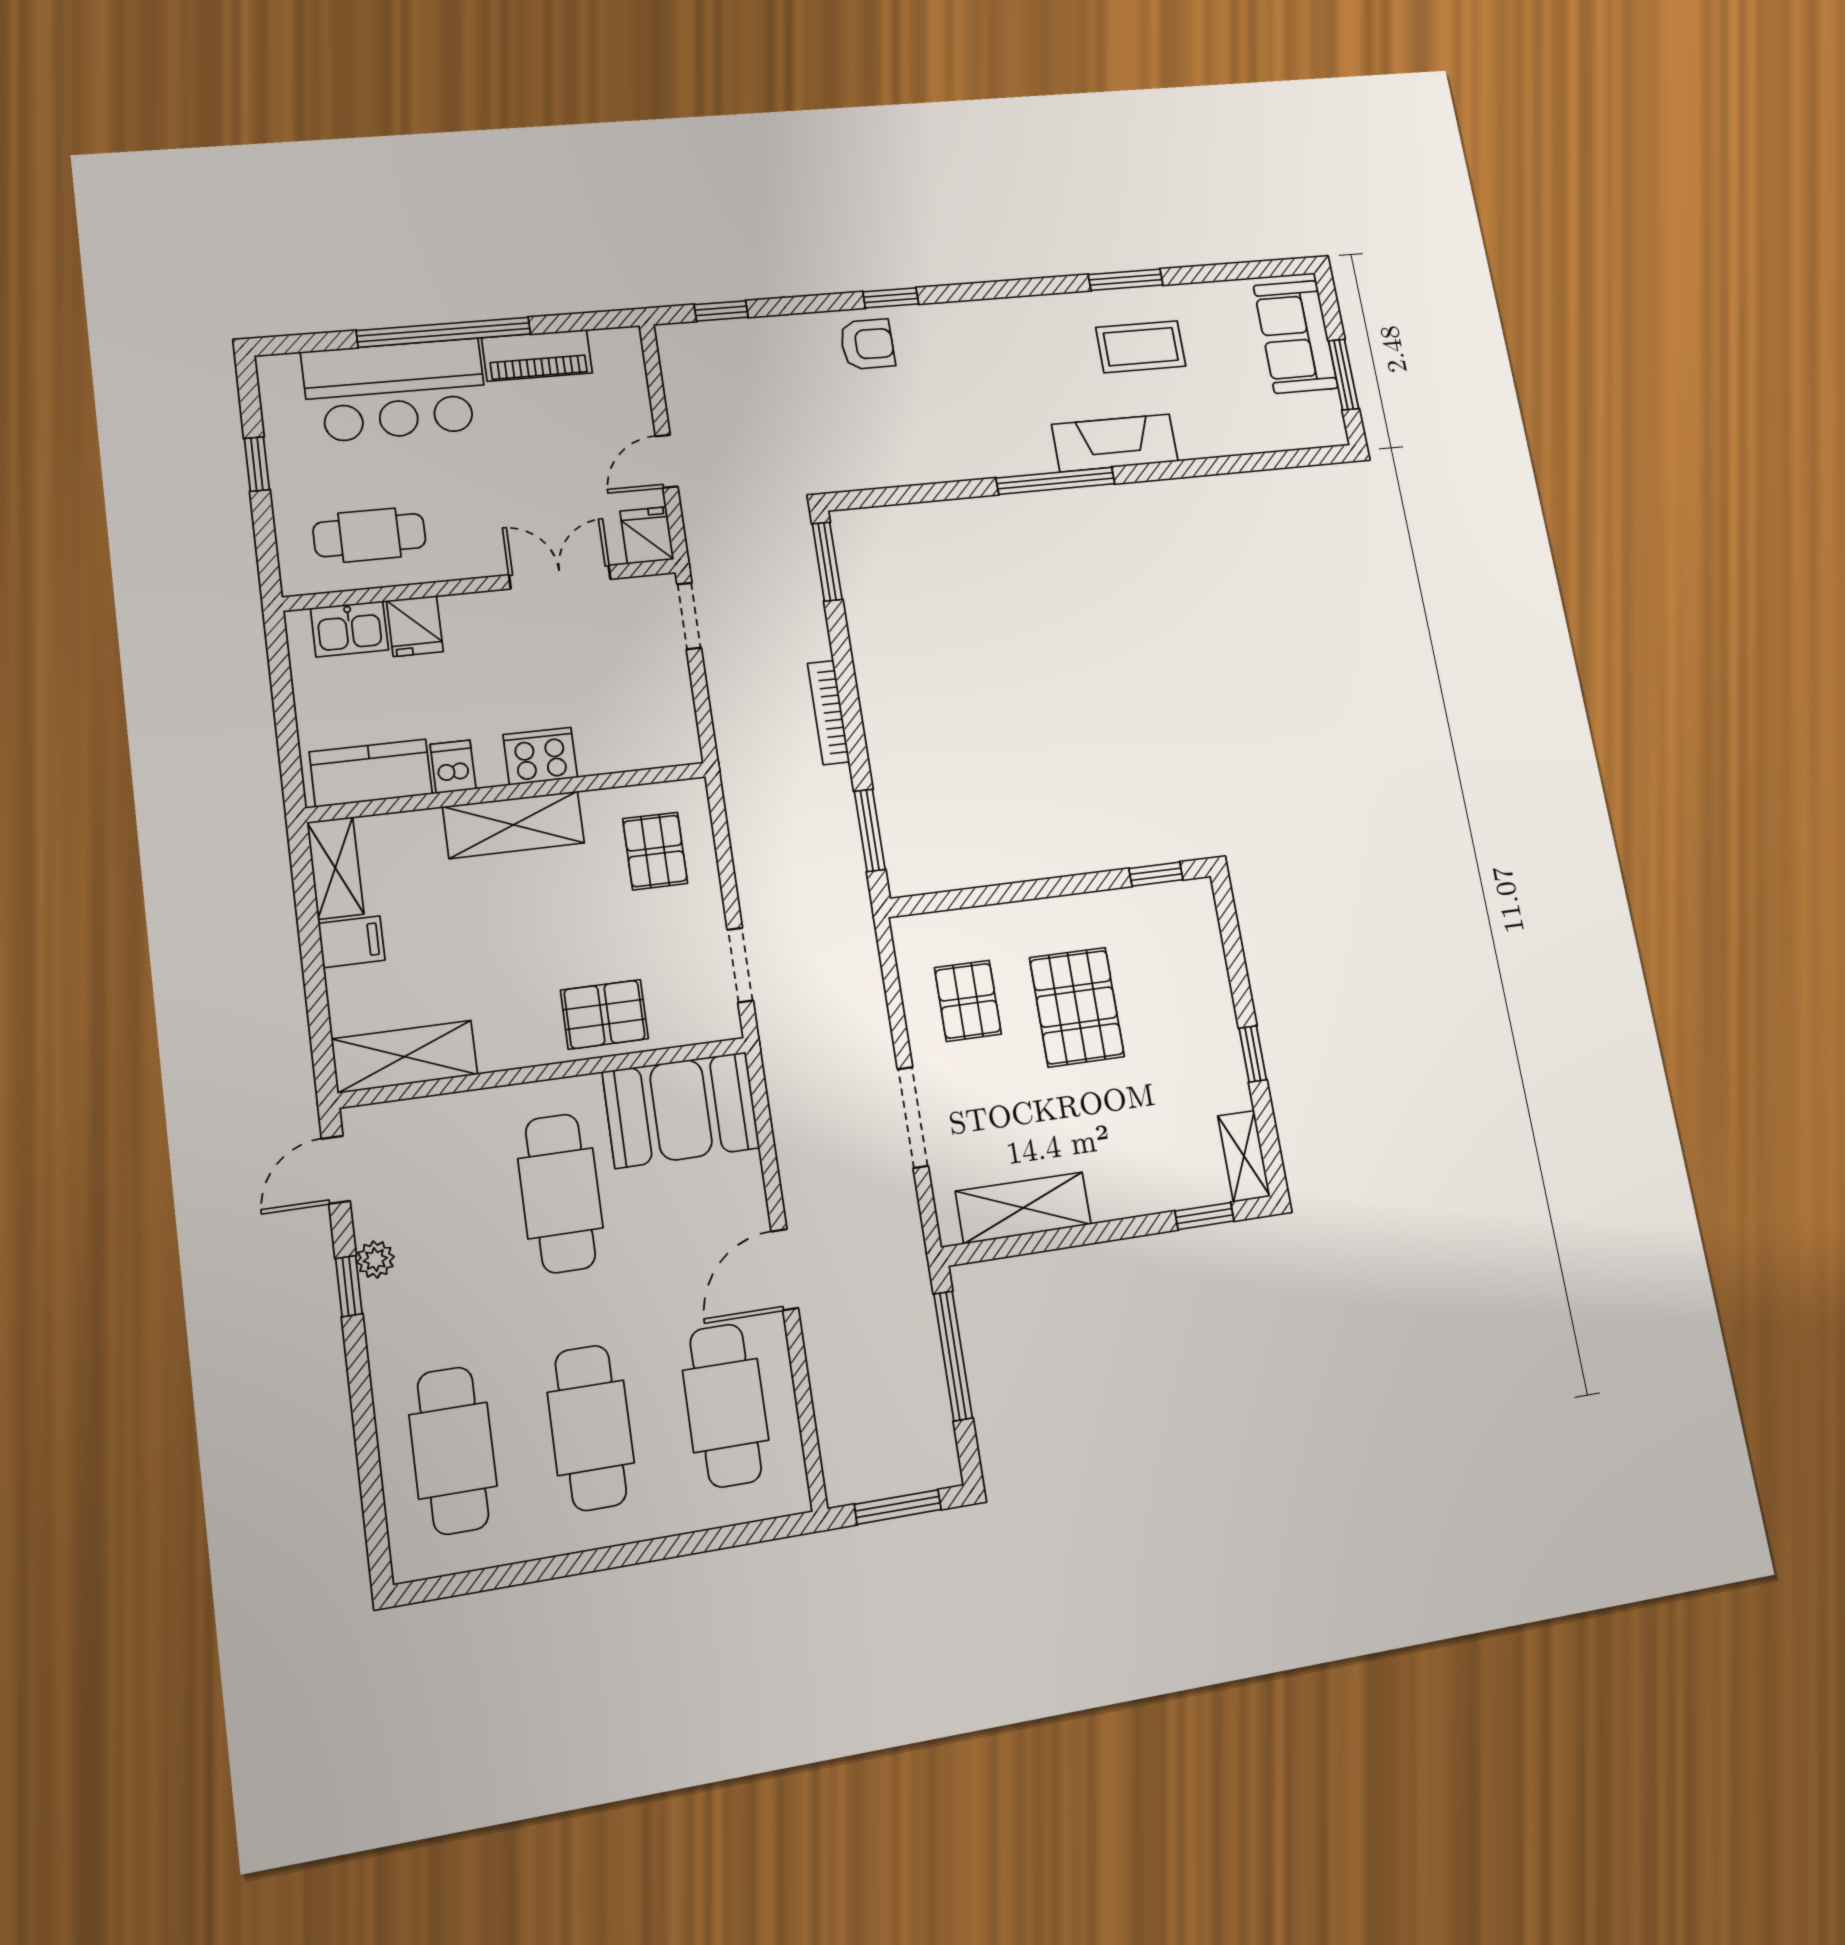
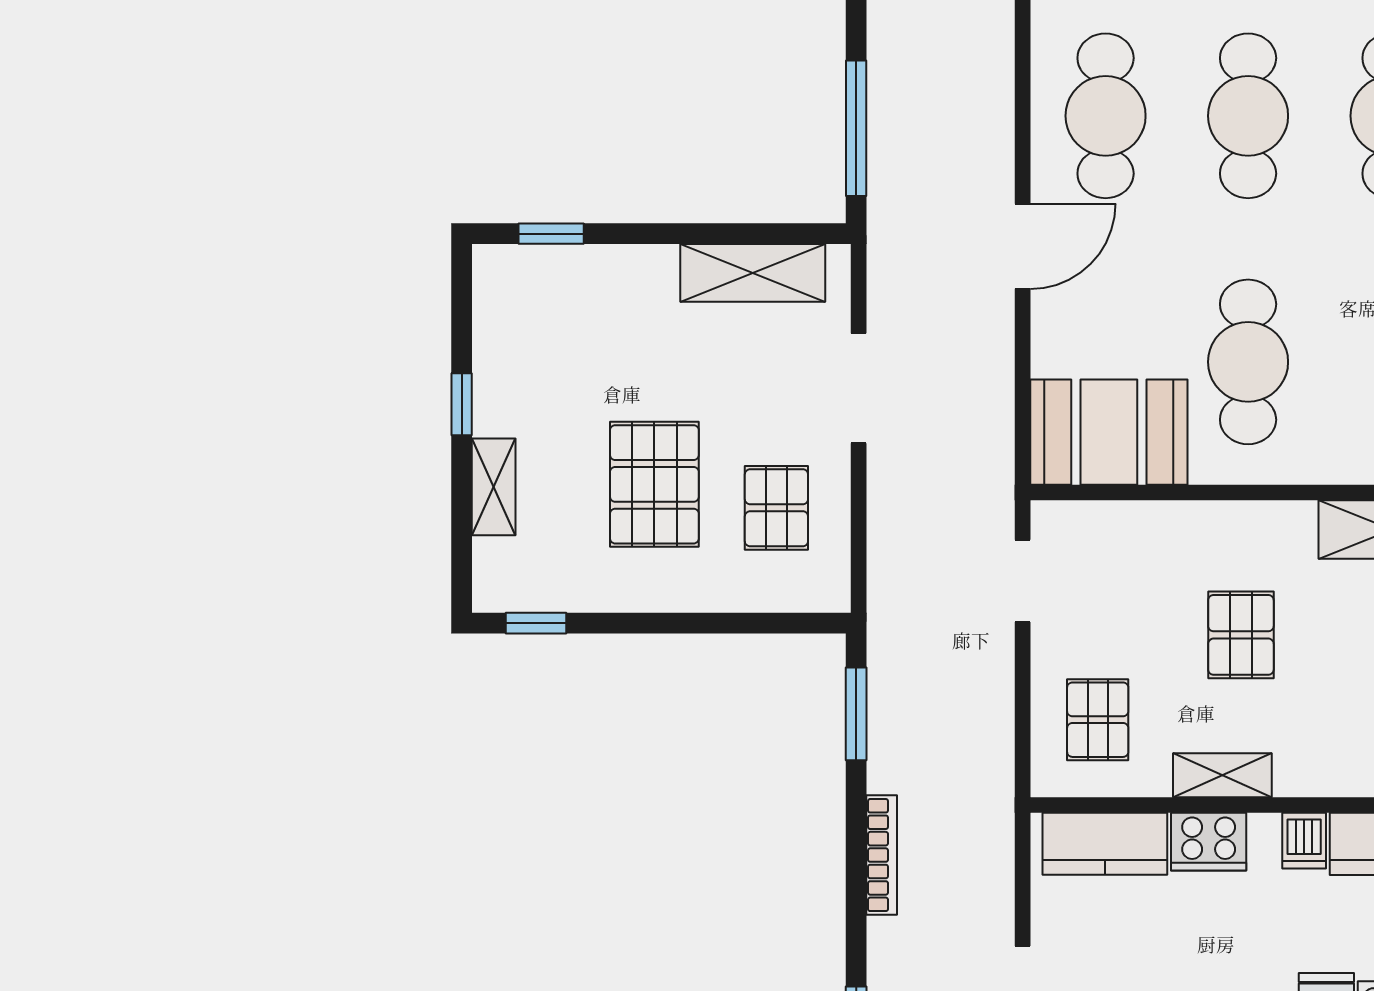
kitchen counter: (633, 744) -> (1105, 844), added
shelving: (514, 825) -> (1222, 775), width x0.67, depth x0.75
pallet: (604, 1014) -> (1241, 635), moved, turned 90
shelving: (1244, 1156) -> (494, 487), moved

